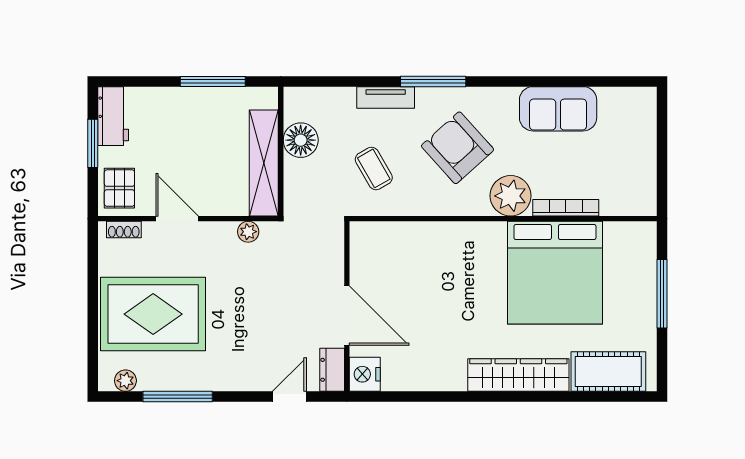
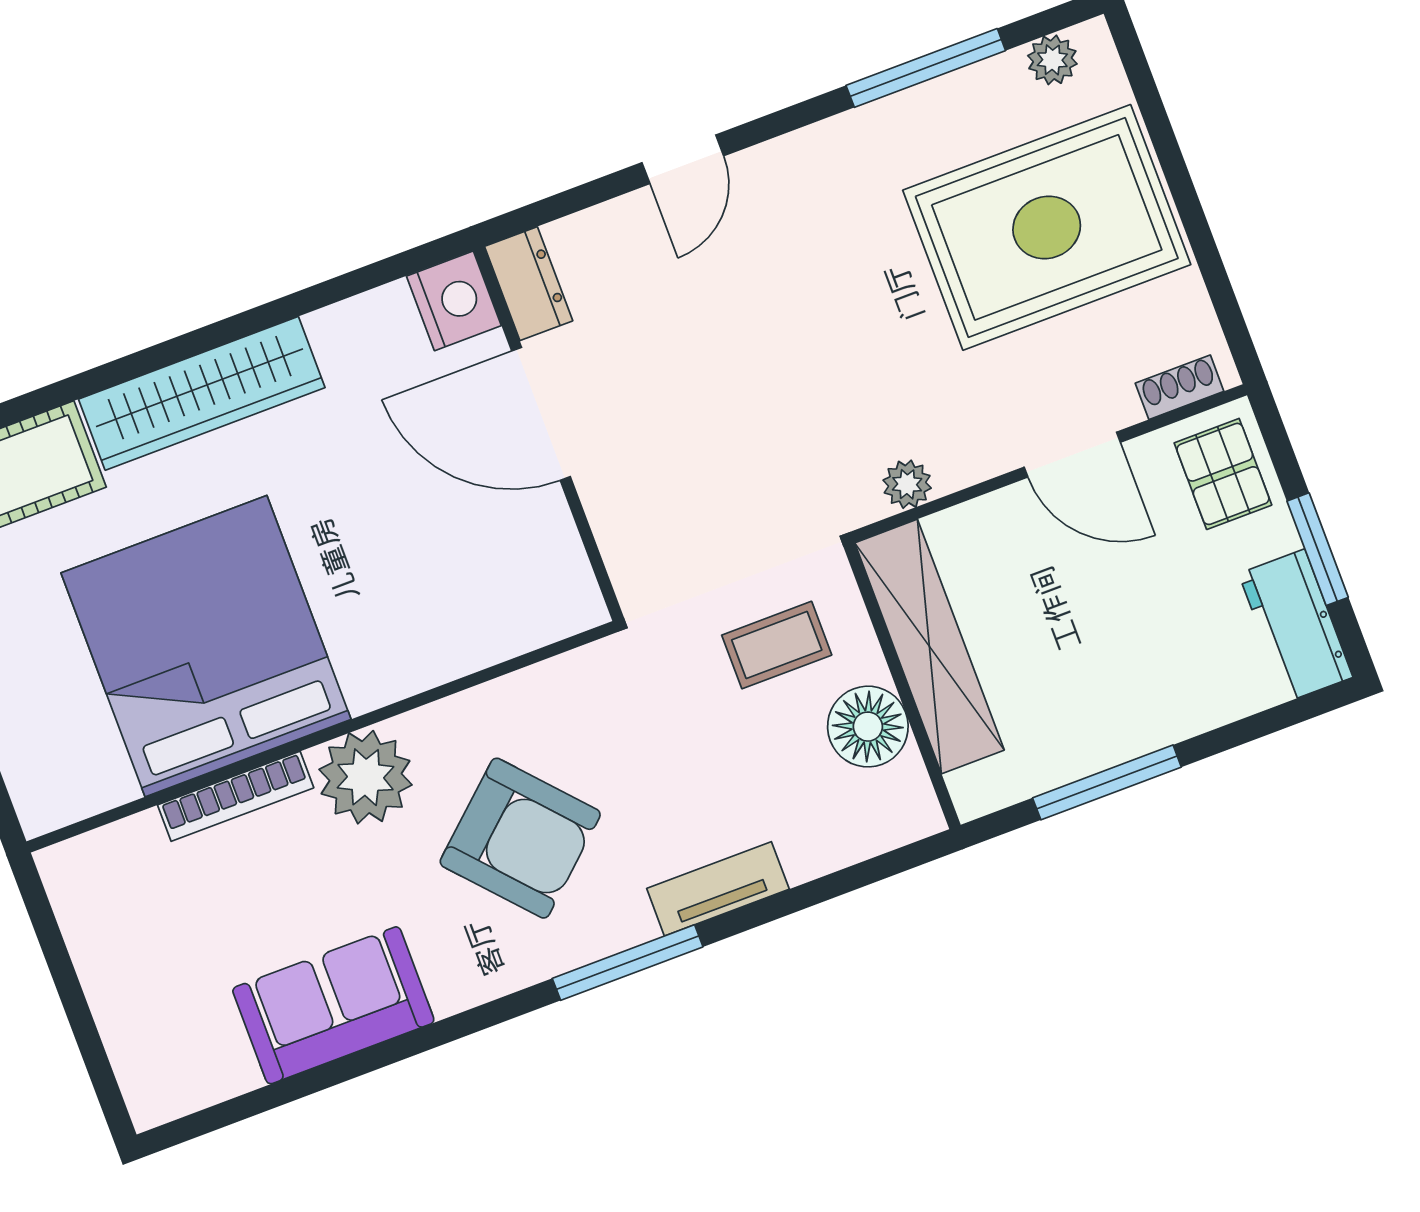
coffee table: (374, 168) -> (777, 645), moved, turned -60
wall: (347, 306) -> (548, 434), moved
door: (347, 316) -> (541, 414), moved
dresser: (332, 370) -> (529, 284), moved
nightstand: (365, 374) -> (454, 301), moved

